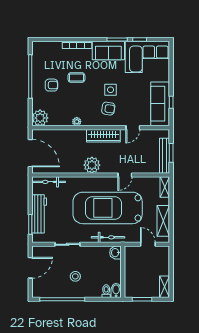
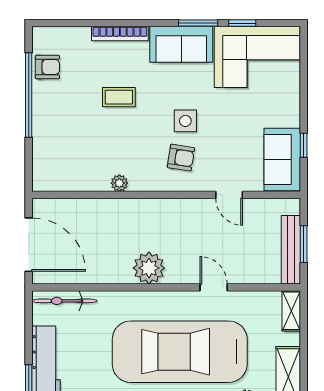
armchair: (51, 85) -> (47, 67), moved
sofa: (160, 104) -> (282, 160), width x0.73
plant: (40, 118) -> (48, 176), removed
door: (133, 128) -> (229, 195), hinge flipped
wardrobe: (103, 136) -> (171, 211), removed
door: (125, 175) -> (214, 287), swing flipped

